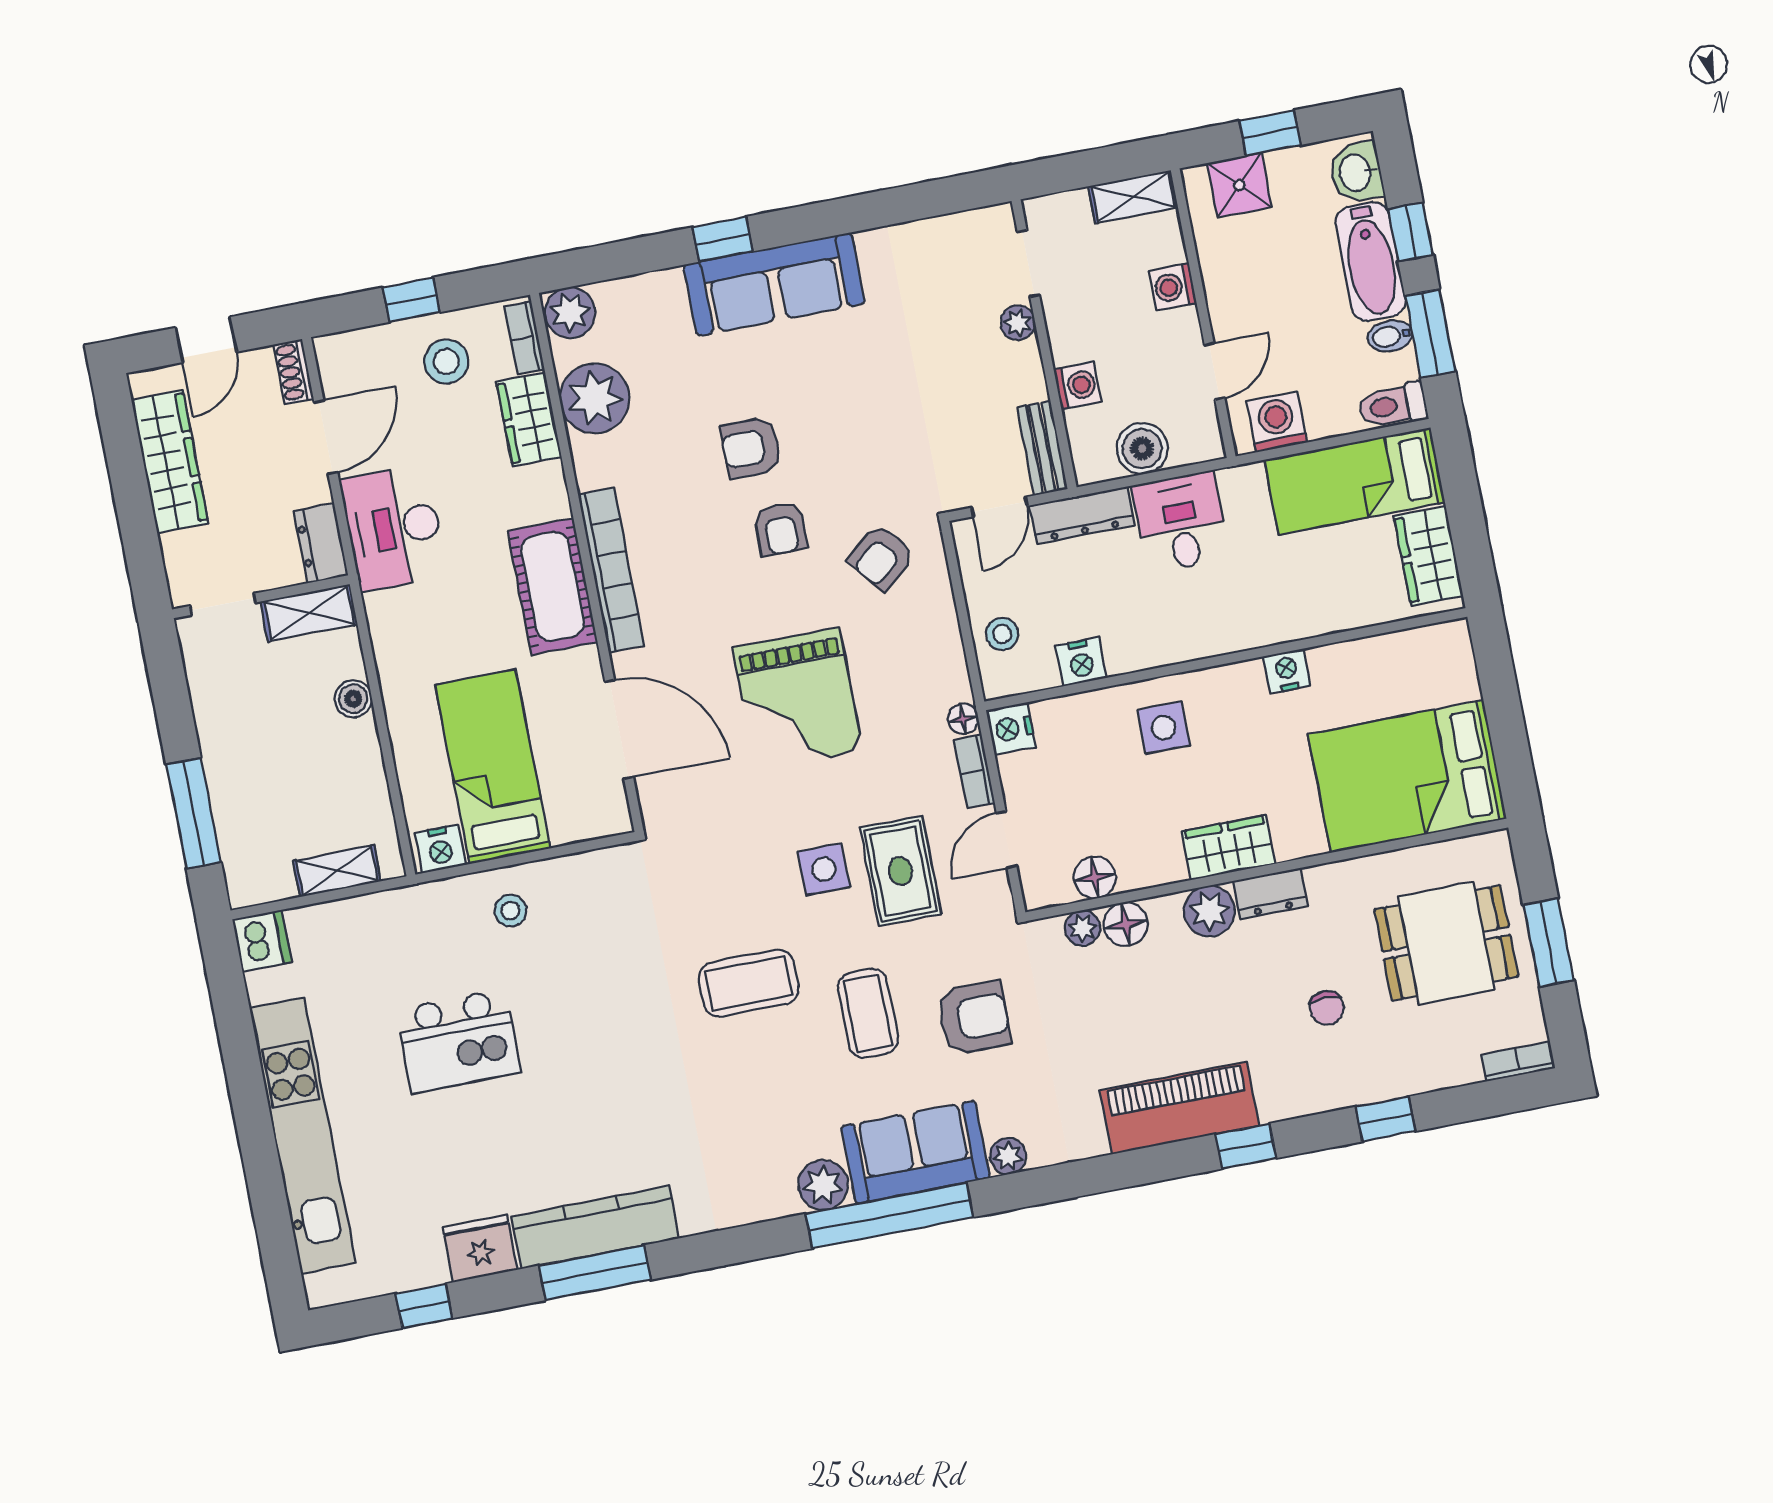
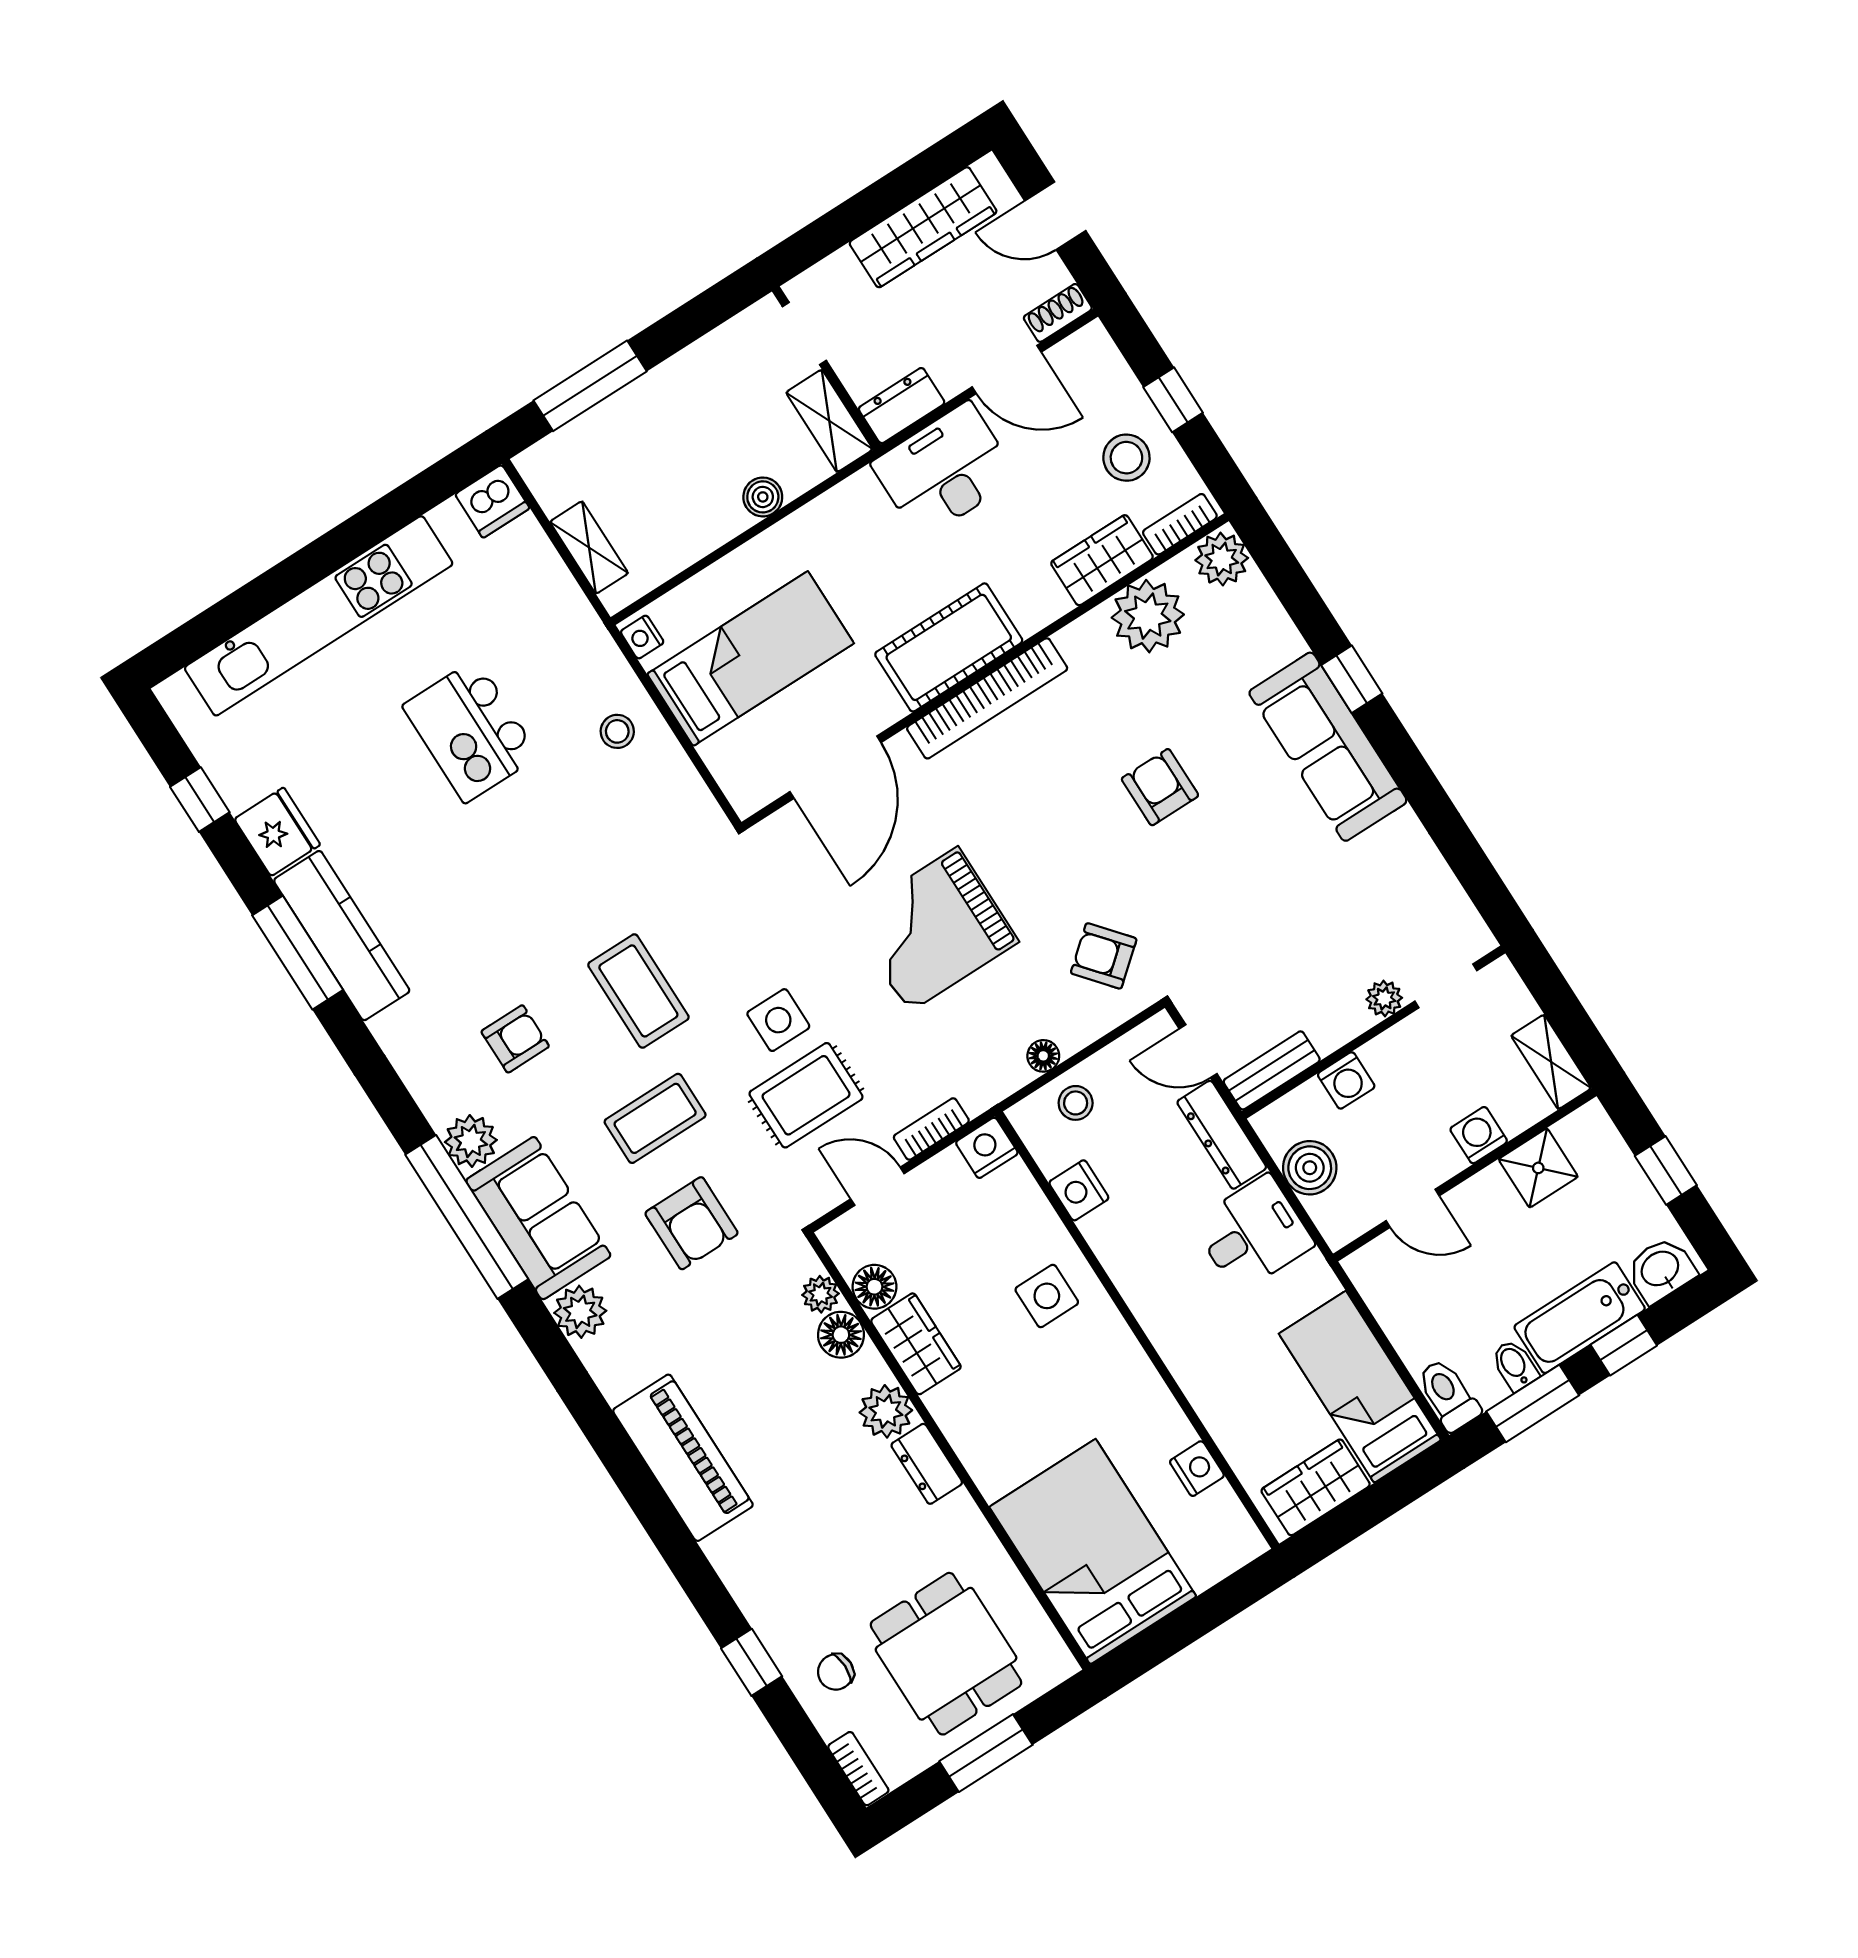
shower: (1239, 185) -> (1538, 1168), moved
washing machine: (1277, 422) -> (1387, 1288), removed
armchair: (781, 529) -> (515, 1039), moved, turned 180
nightstand: (1287, 671) -> (1197, 1469), moved
floor lamp: (963, 719) -> (1043, 1056), moved
wardrobe: (1228, 847) -> (916, 1344), moved
nightstand: (440, 849) -> (642, 637), width x0.72, depth x0.74
chair: (1327, 1008) -> (836, 1672), moved
window: (1246, 1146) -> (671, 1537), removed
plant: (1008, 1156) -> (580, 1312), width x1.38, depth x1.38

